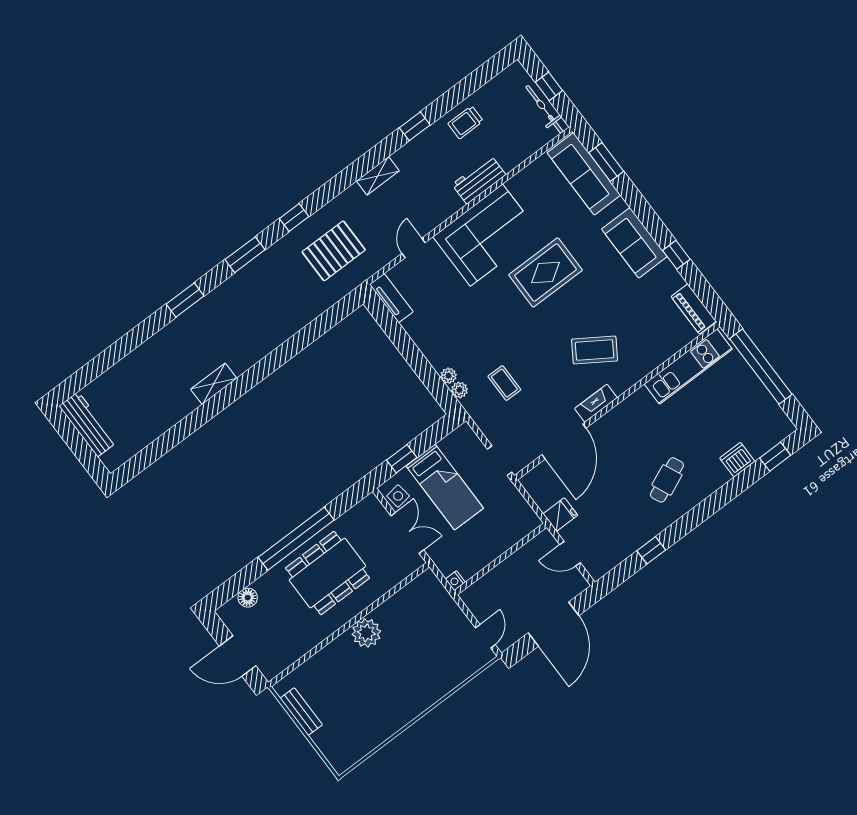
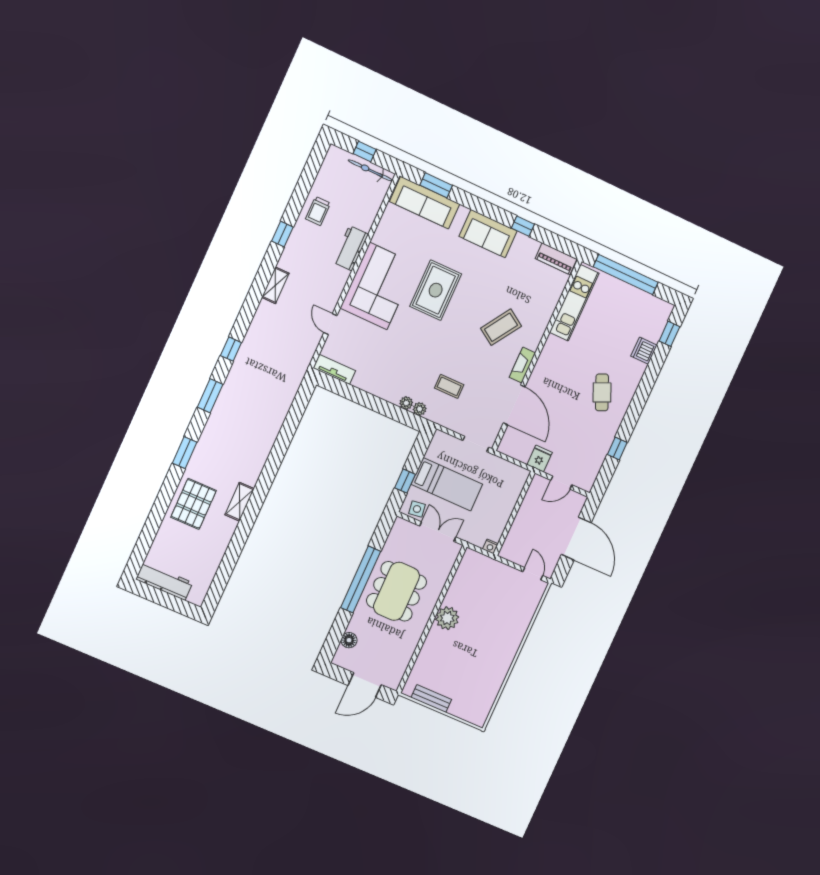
pallet: (334, 251) -> (194, 504), moved

